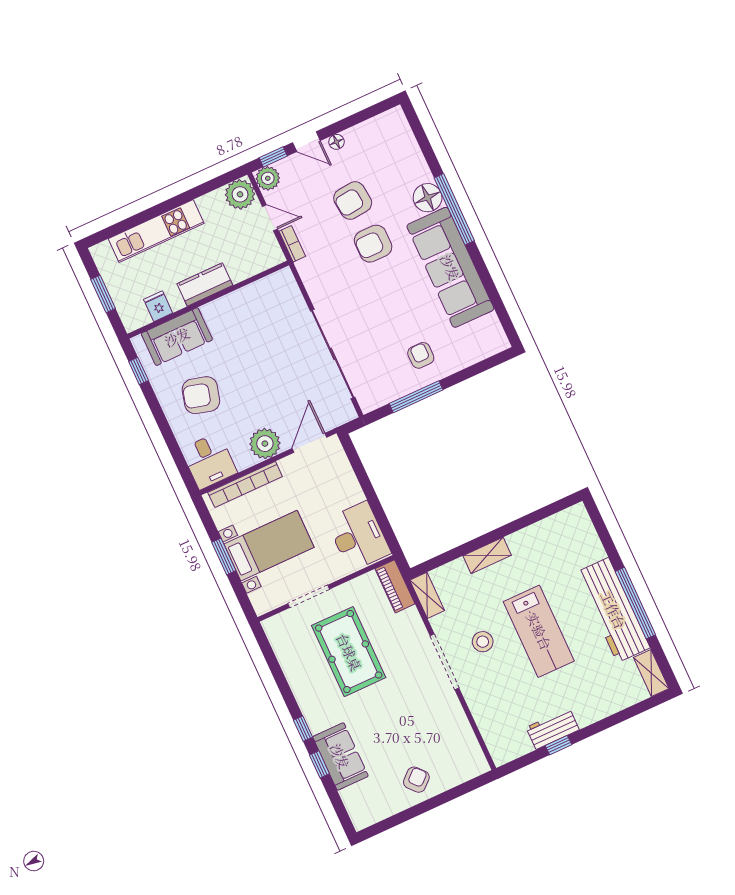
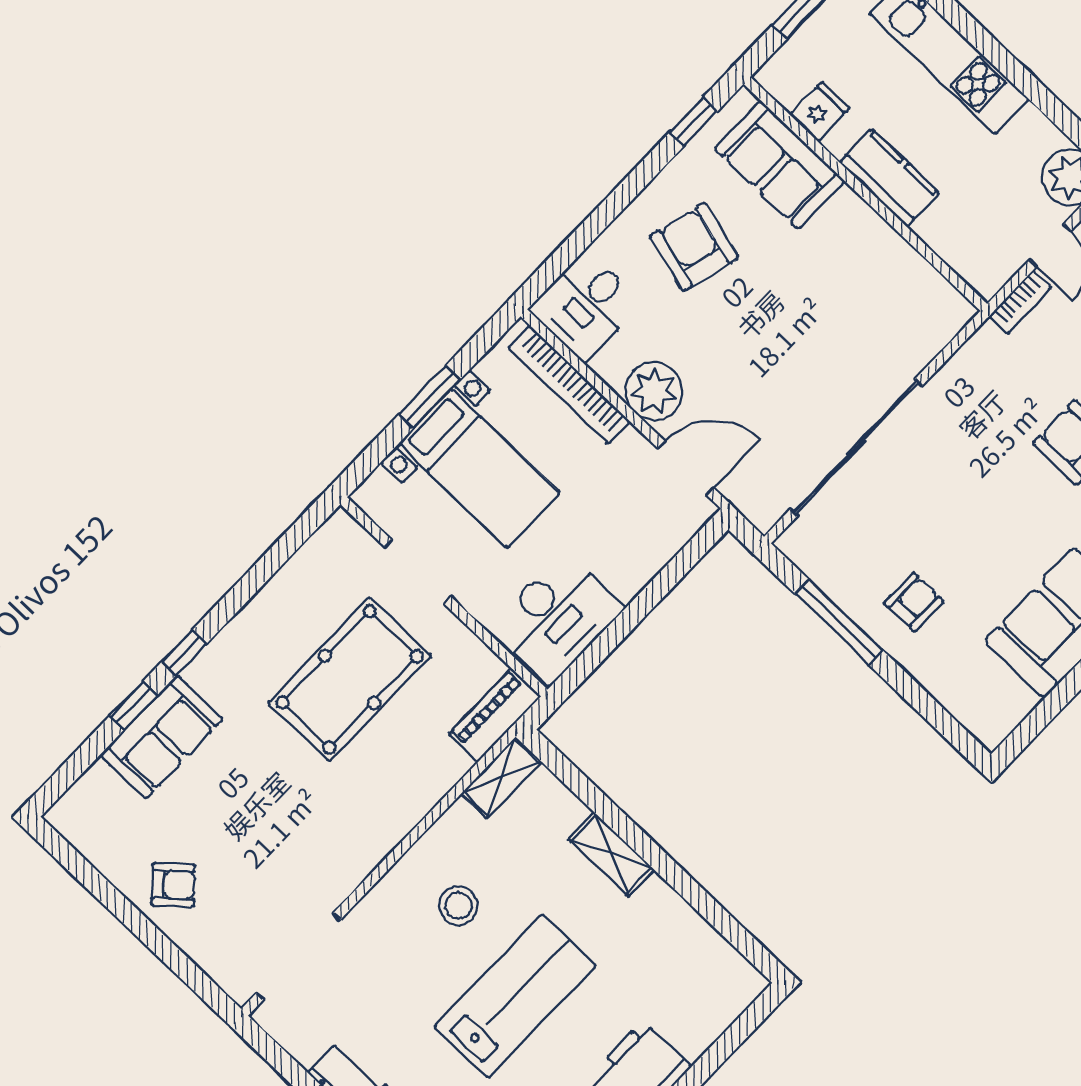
lab bench: (539, 631) -> (515, 996), turned 180
doorway: (444, 662) -> (298, 956), moved

